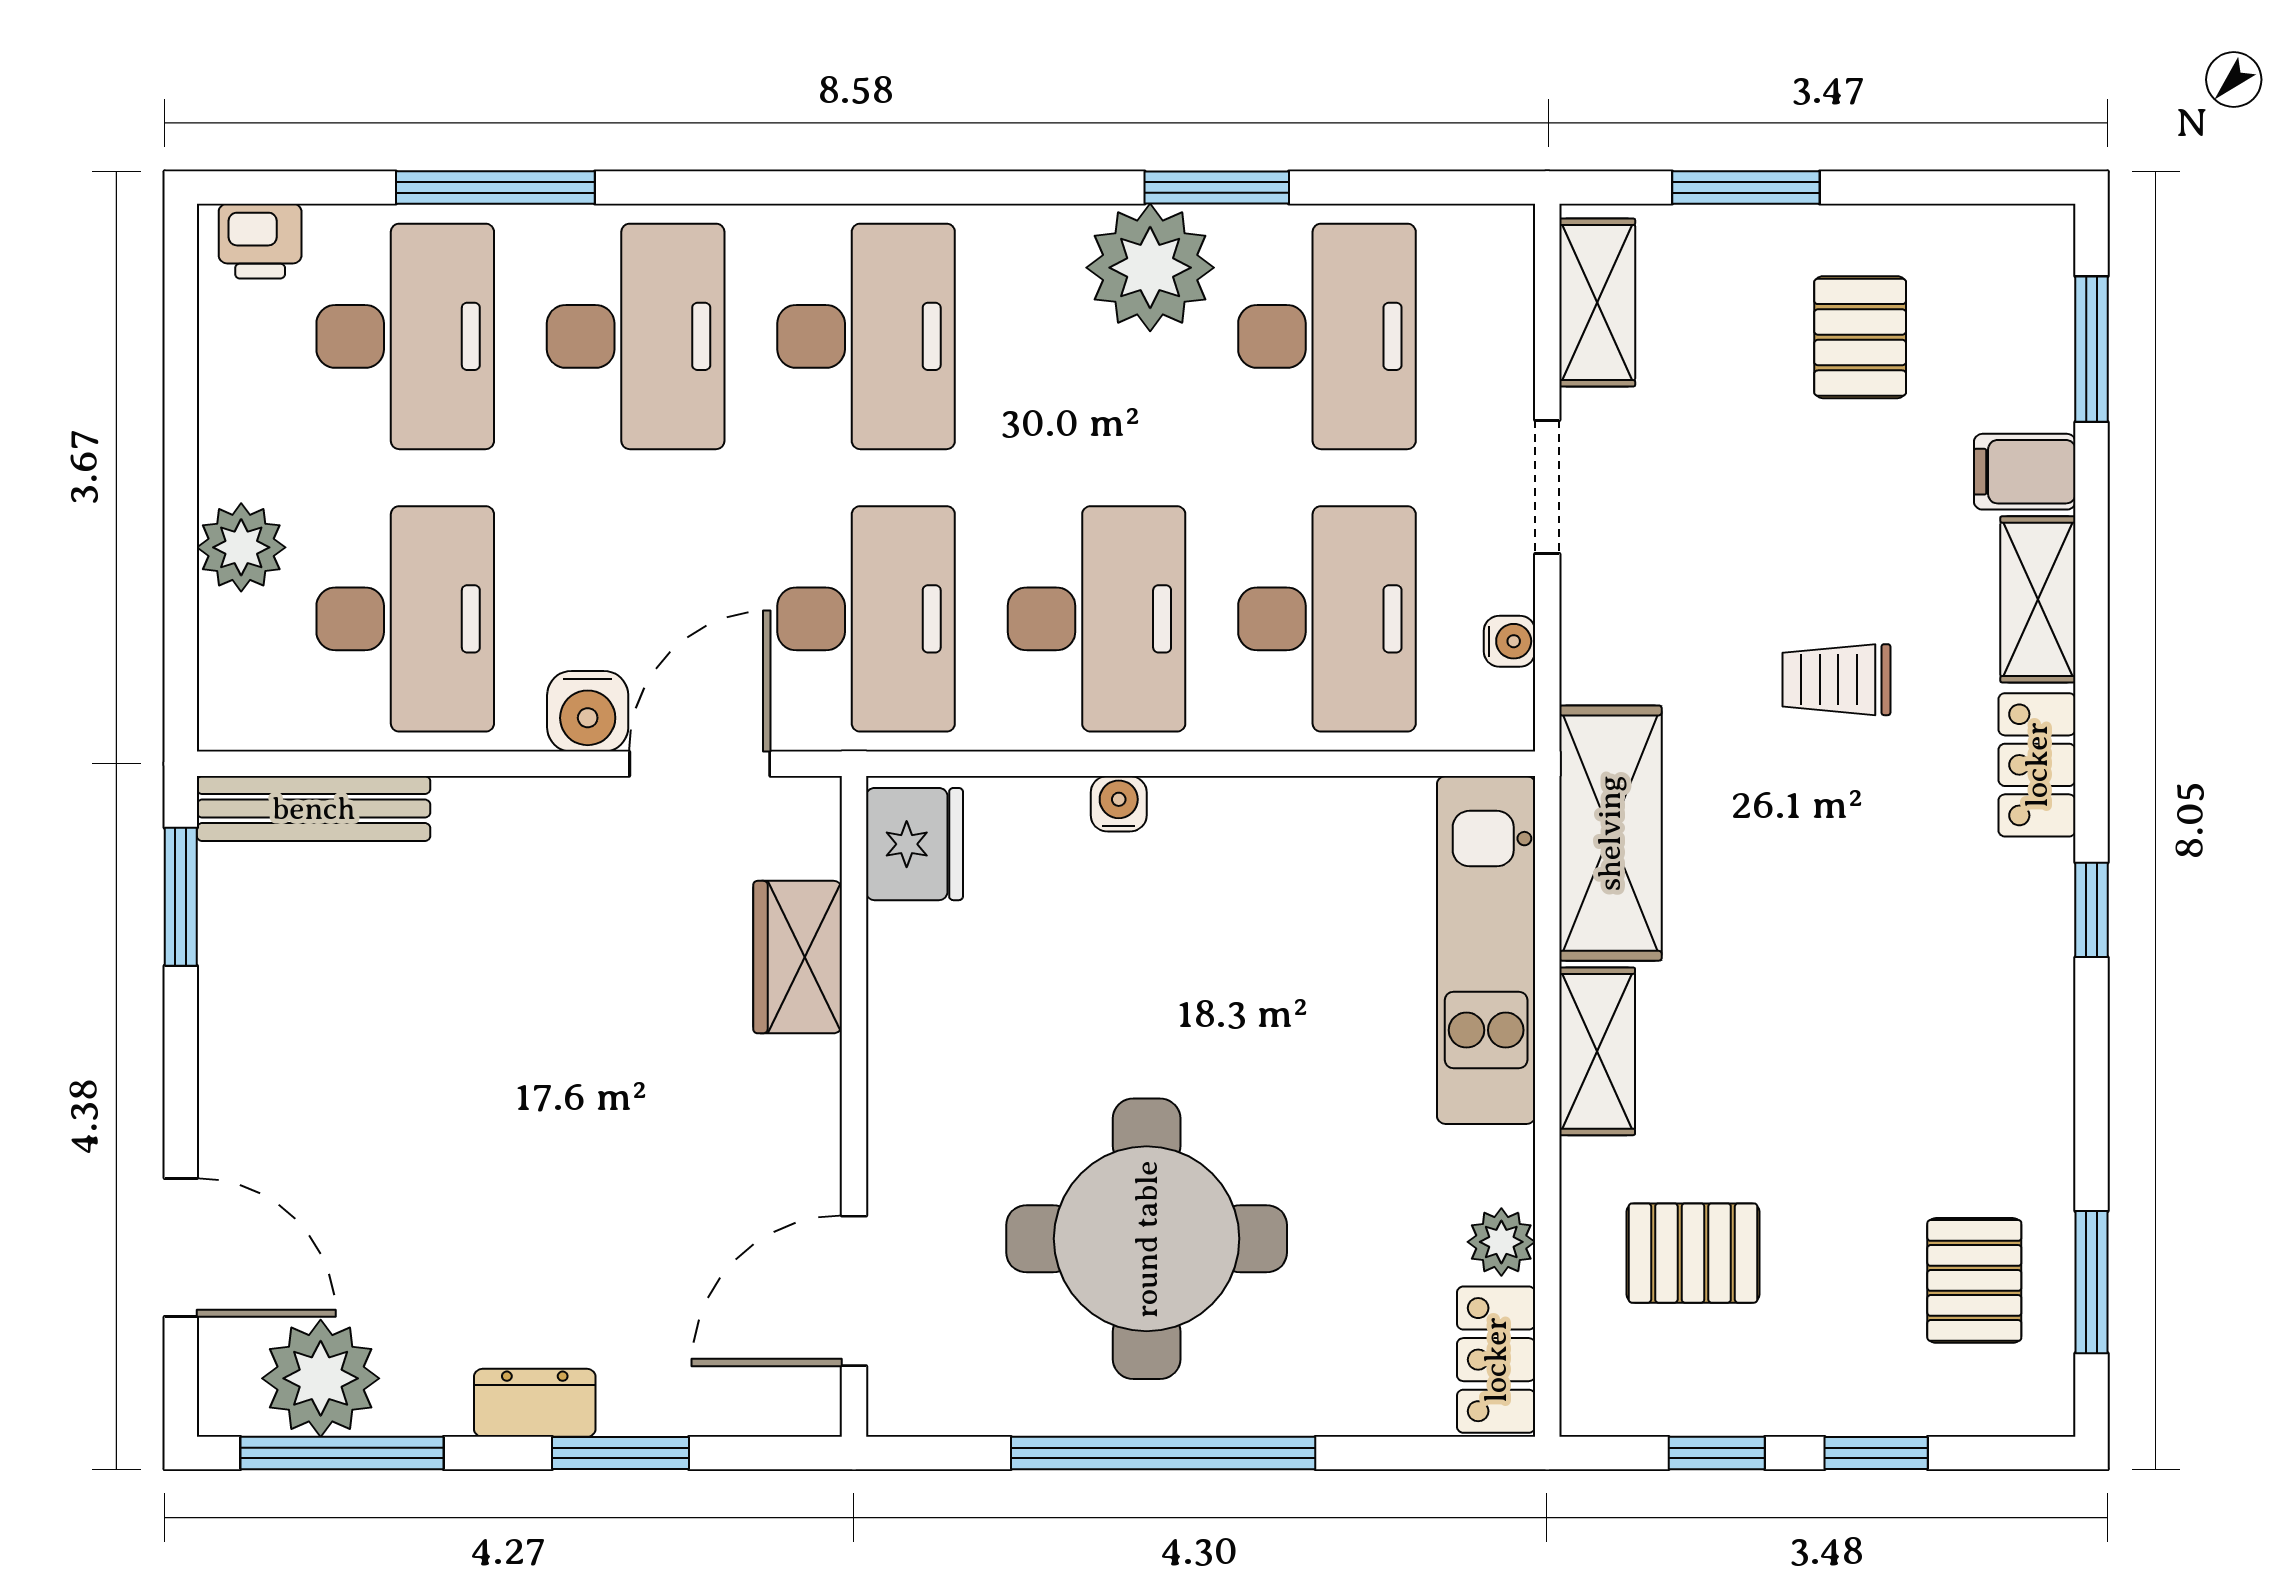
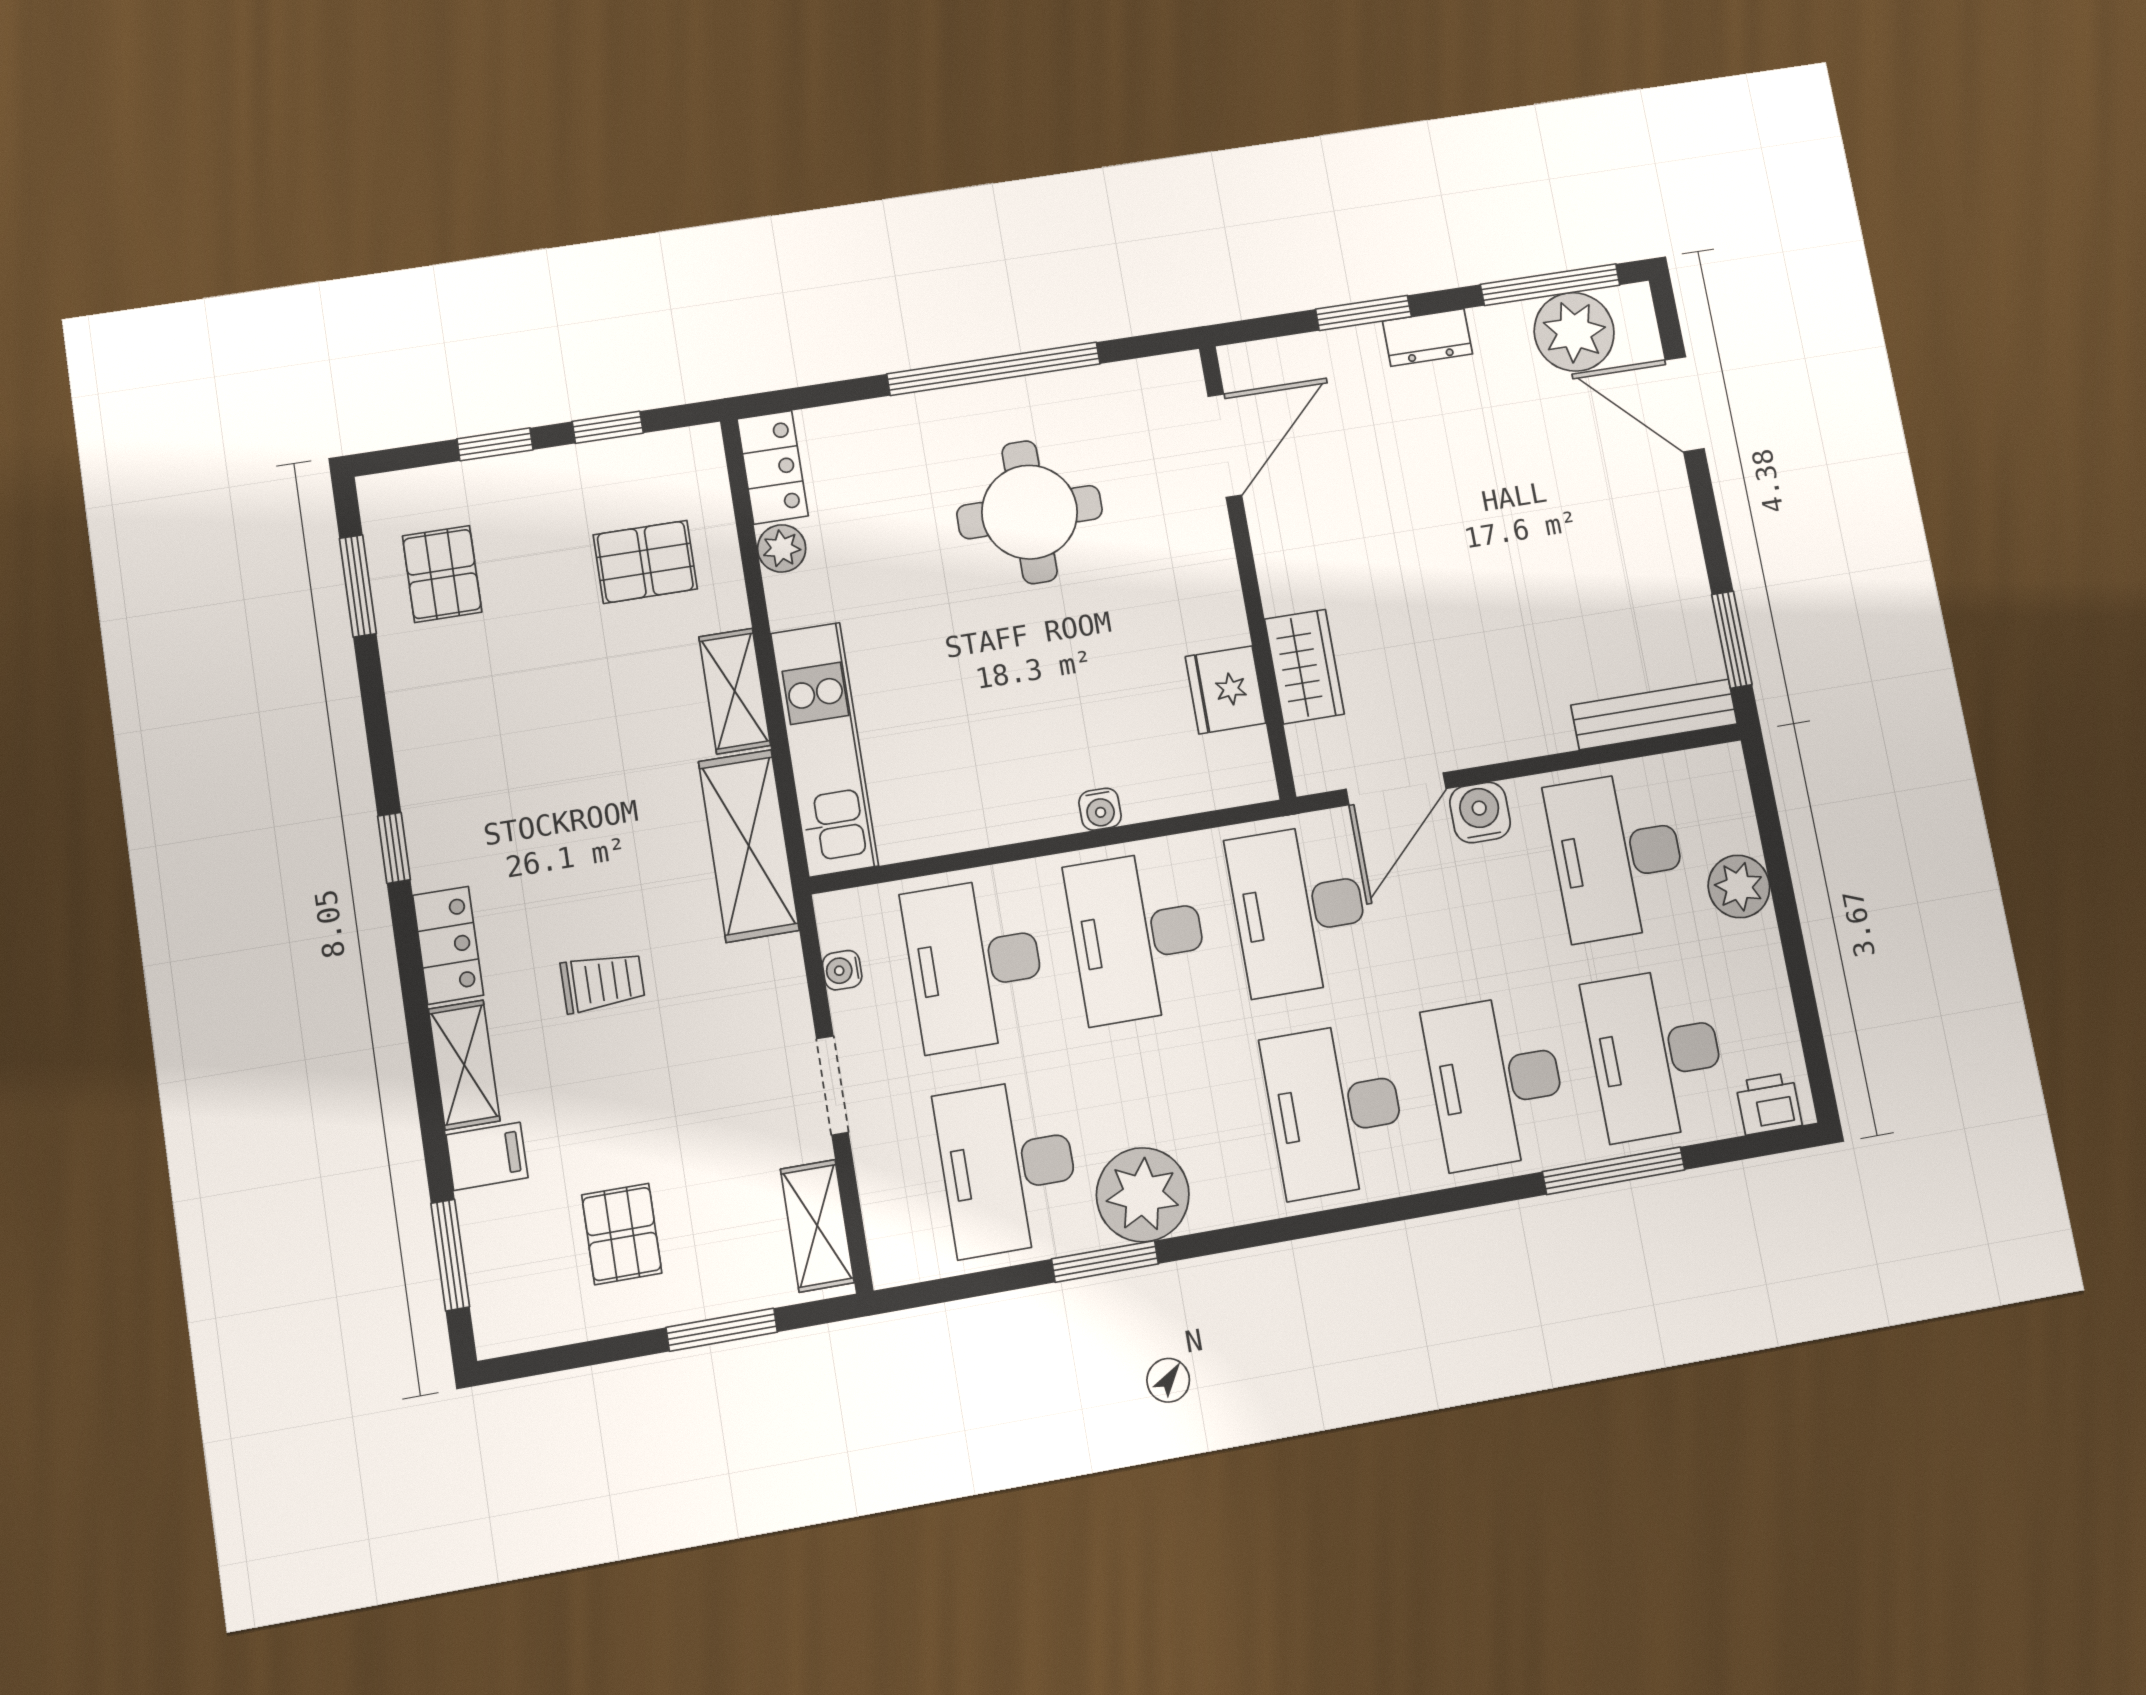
fridge: (914, 844) -> (1226, 690), moved
round table: (1147, 1239) -> (1030, 512), width x0.73, depth x0.73

